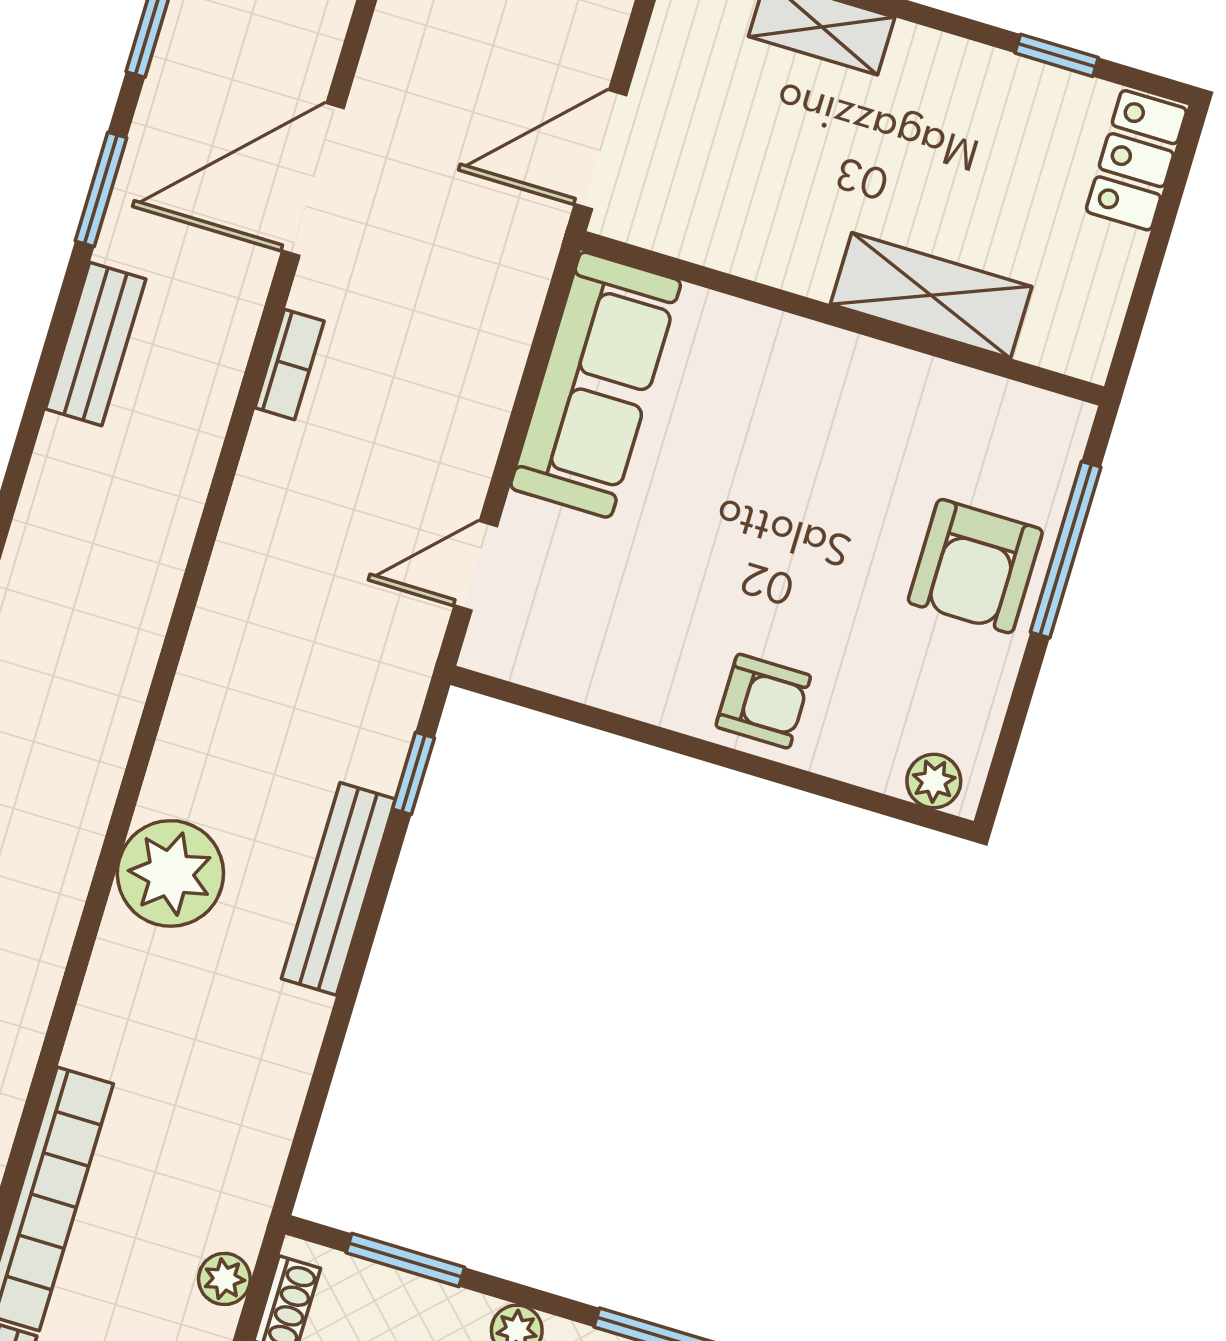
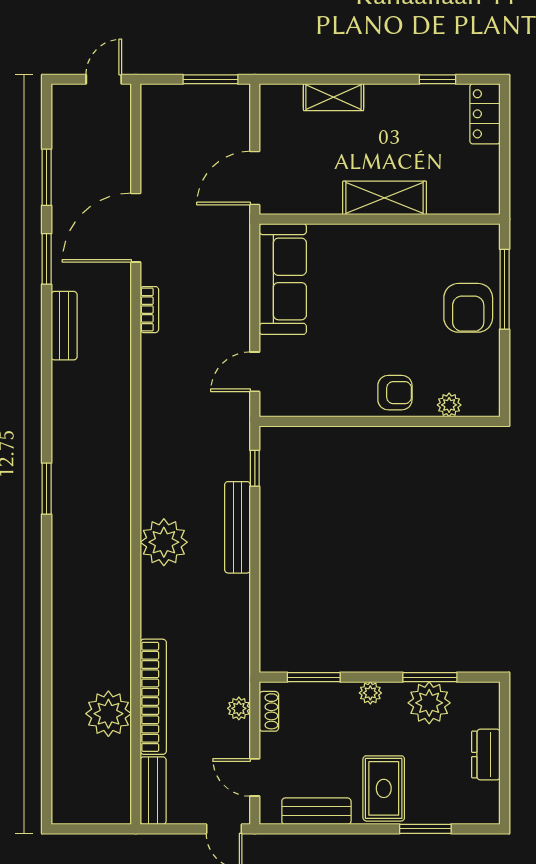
shelving: (931, 295) -> (385, 198), moved
plant: (934, 781) -> (449, 405), moved

